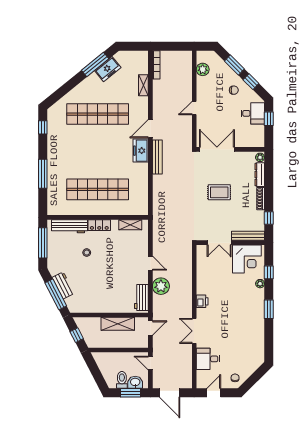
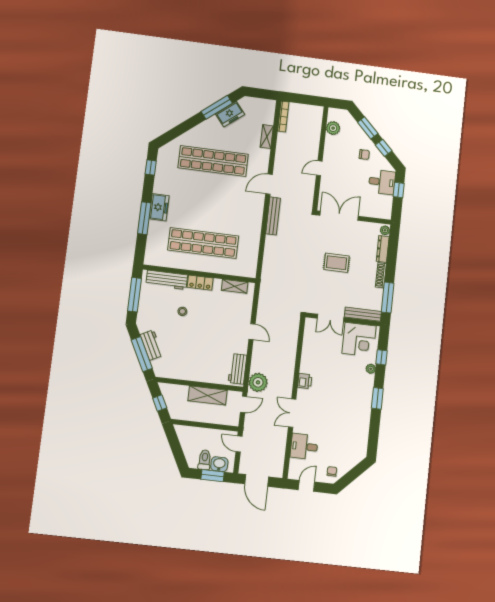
freezer: (141, 151) -> (159, 207), moved, turned 180
window: (269, 218) -> (388, 298), width x2.17
plant: (161, 286) -> (258, 382), moved

